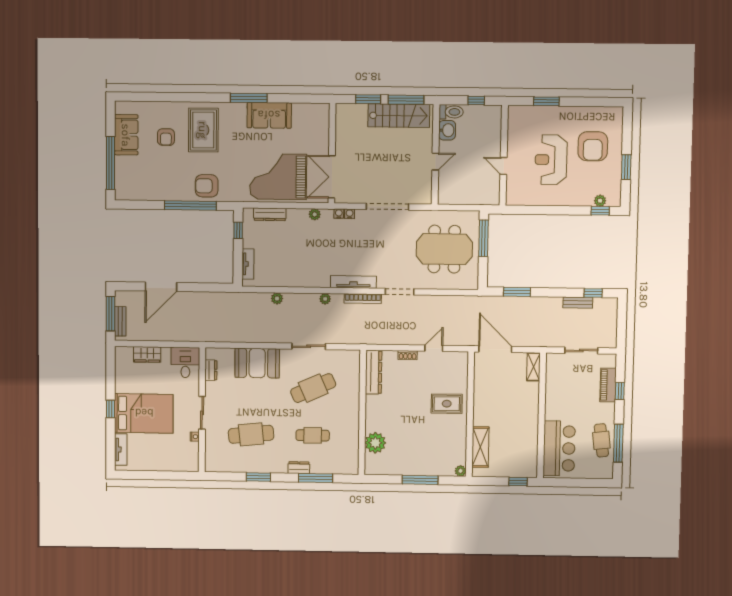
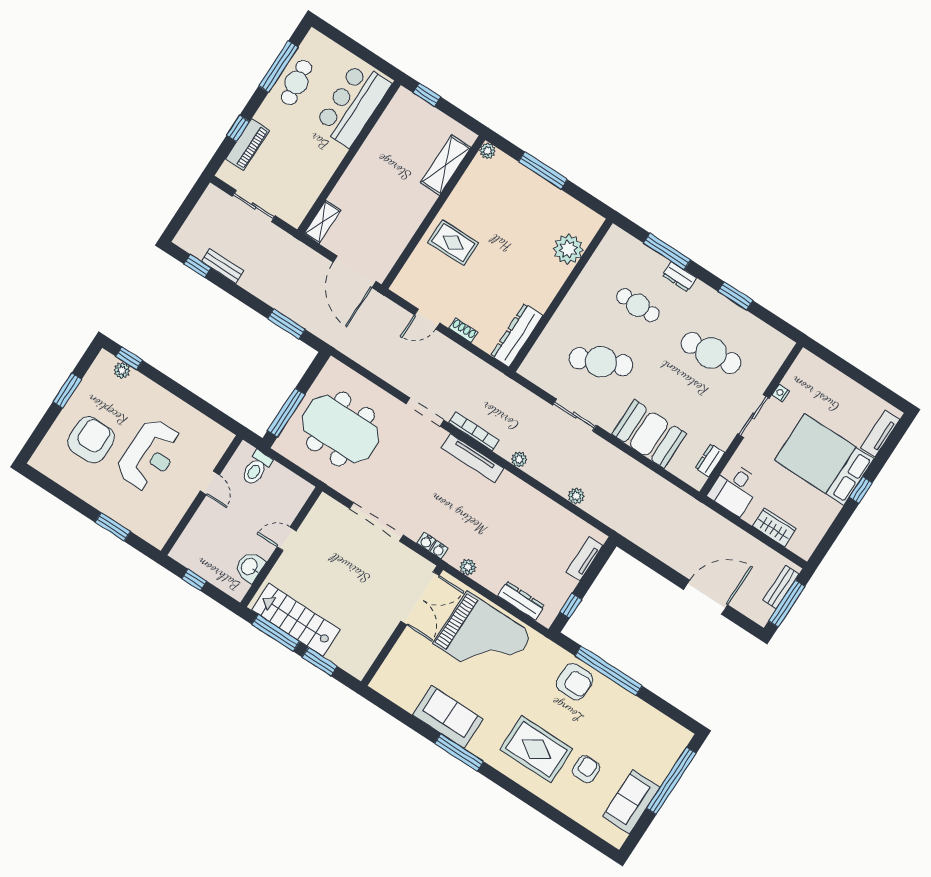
toilet: (451, 112) -> (256, 468), moved, turned -90
rug: (203, 130) -> (536, 749), turned 90

